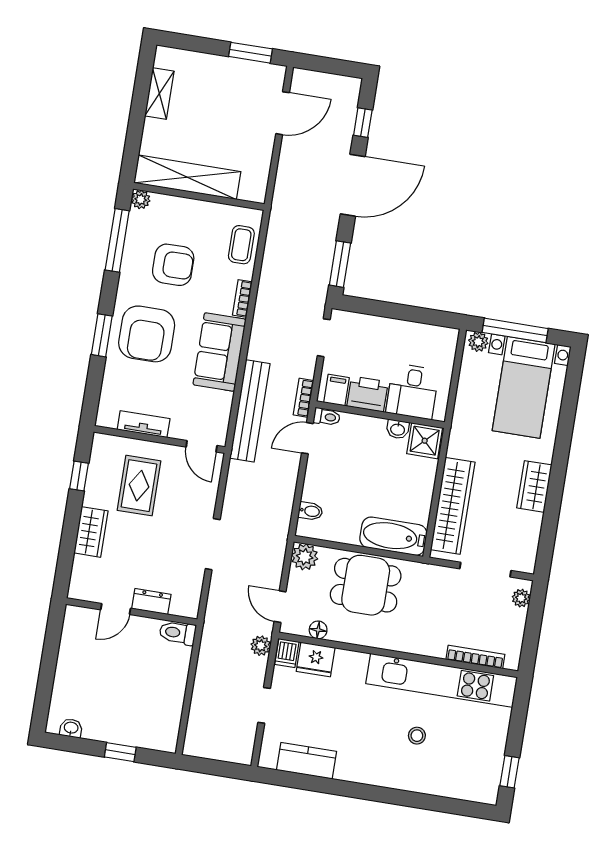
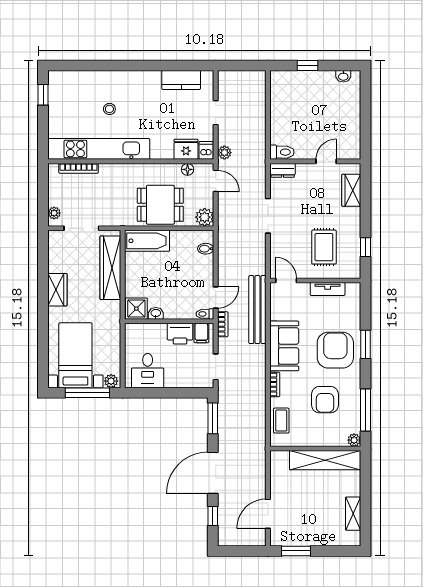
armchair: (173, 265) -> (325, 400), turned -90
desk: (412, 391) -> (148, 371), moved, turned 180
wardrobe: (91, 532) -> (351, 190), moved
dresser: (151, 601) -> (283, 170), moved

